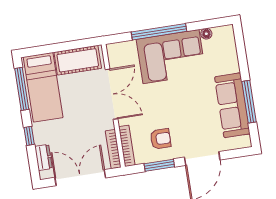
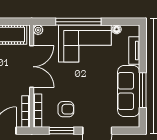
plant: (112, 49) -> (38, 30), added
tv unit: (231, 56) -> (134, 51), added

